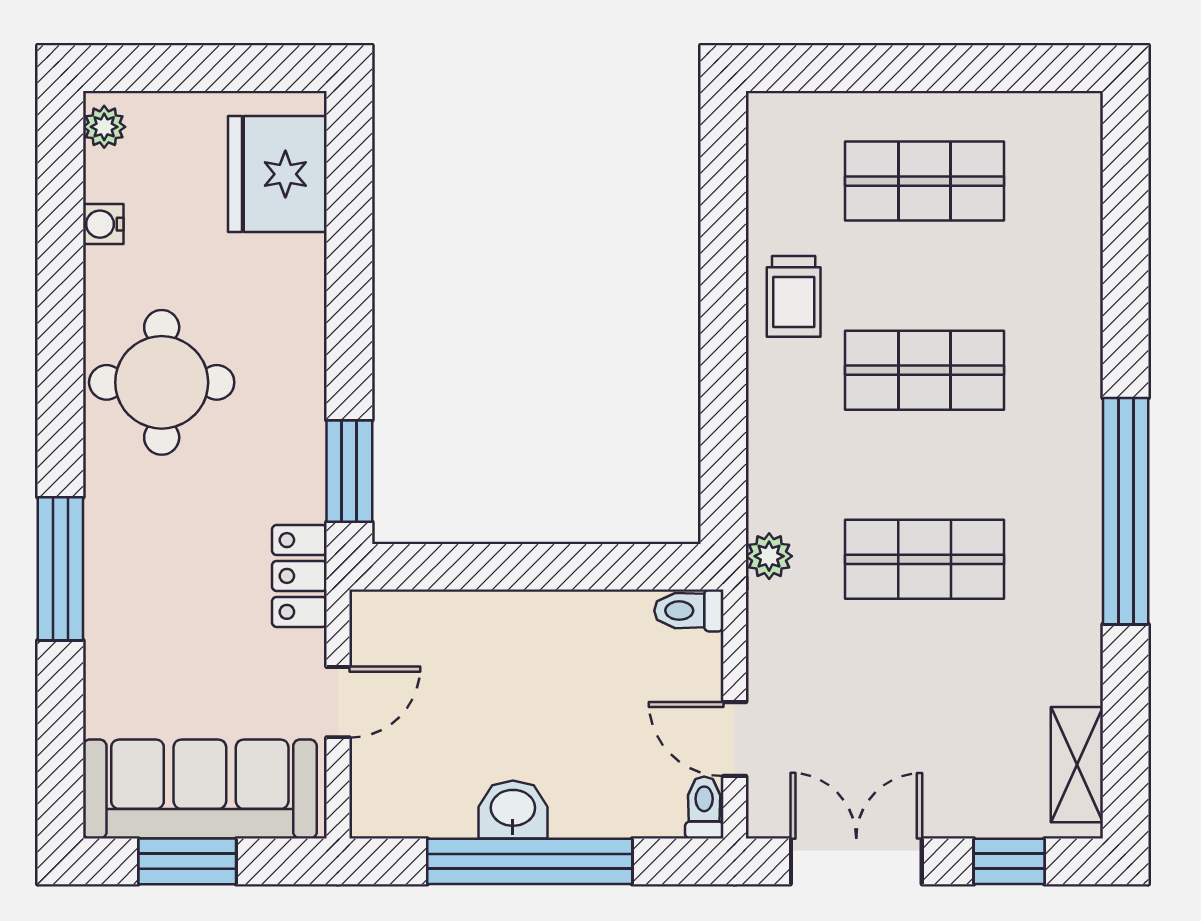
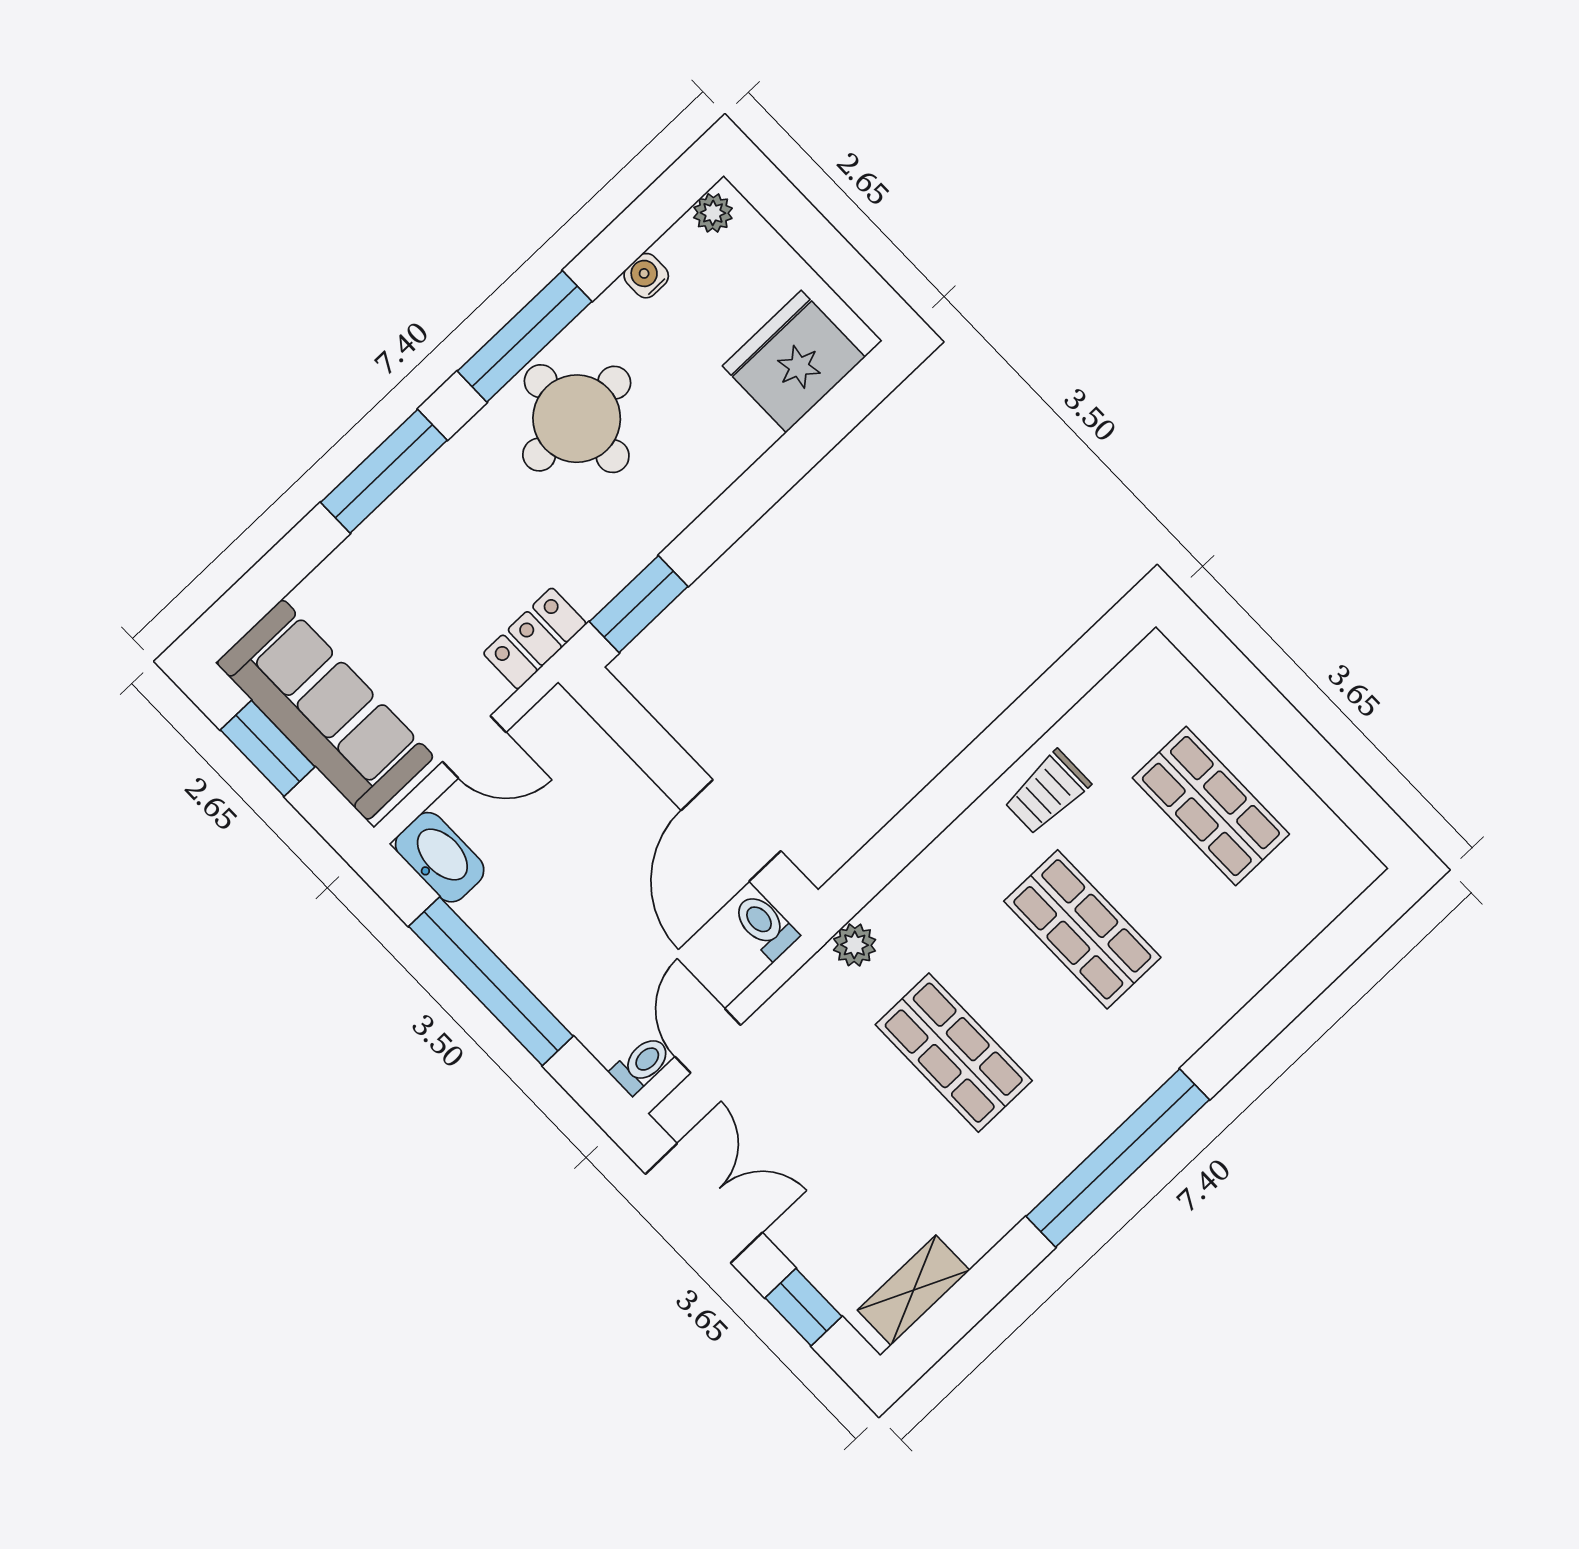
window: (60, 362) -> (525, 336), added
door: (591, 567) -> (731, 831), added
washbasin: (513, 810) -> (440, 857), moved, width x1.38

